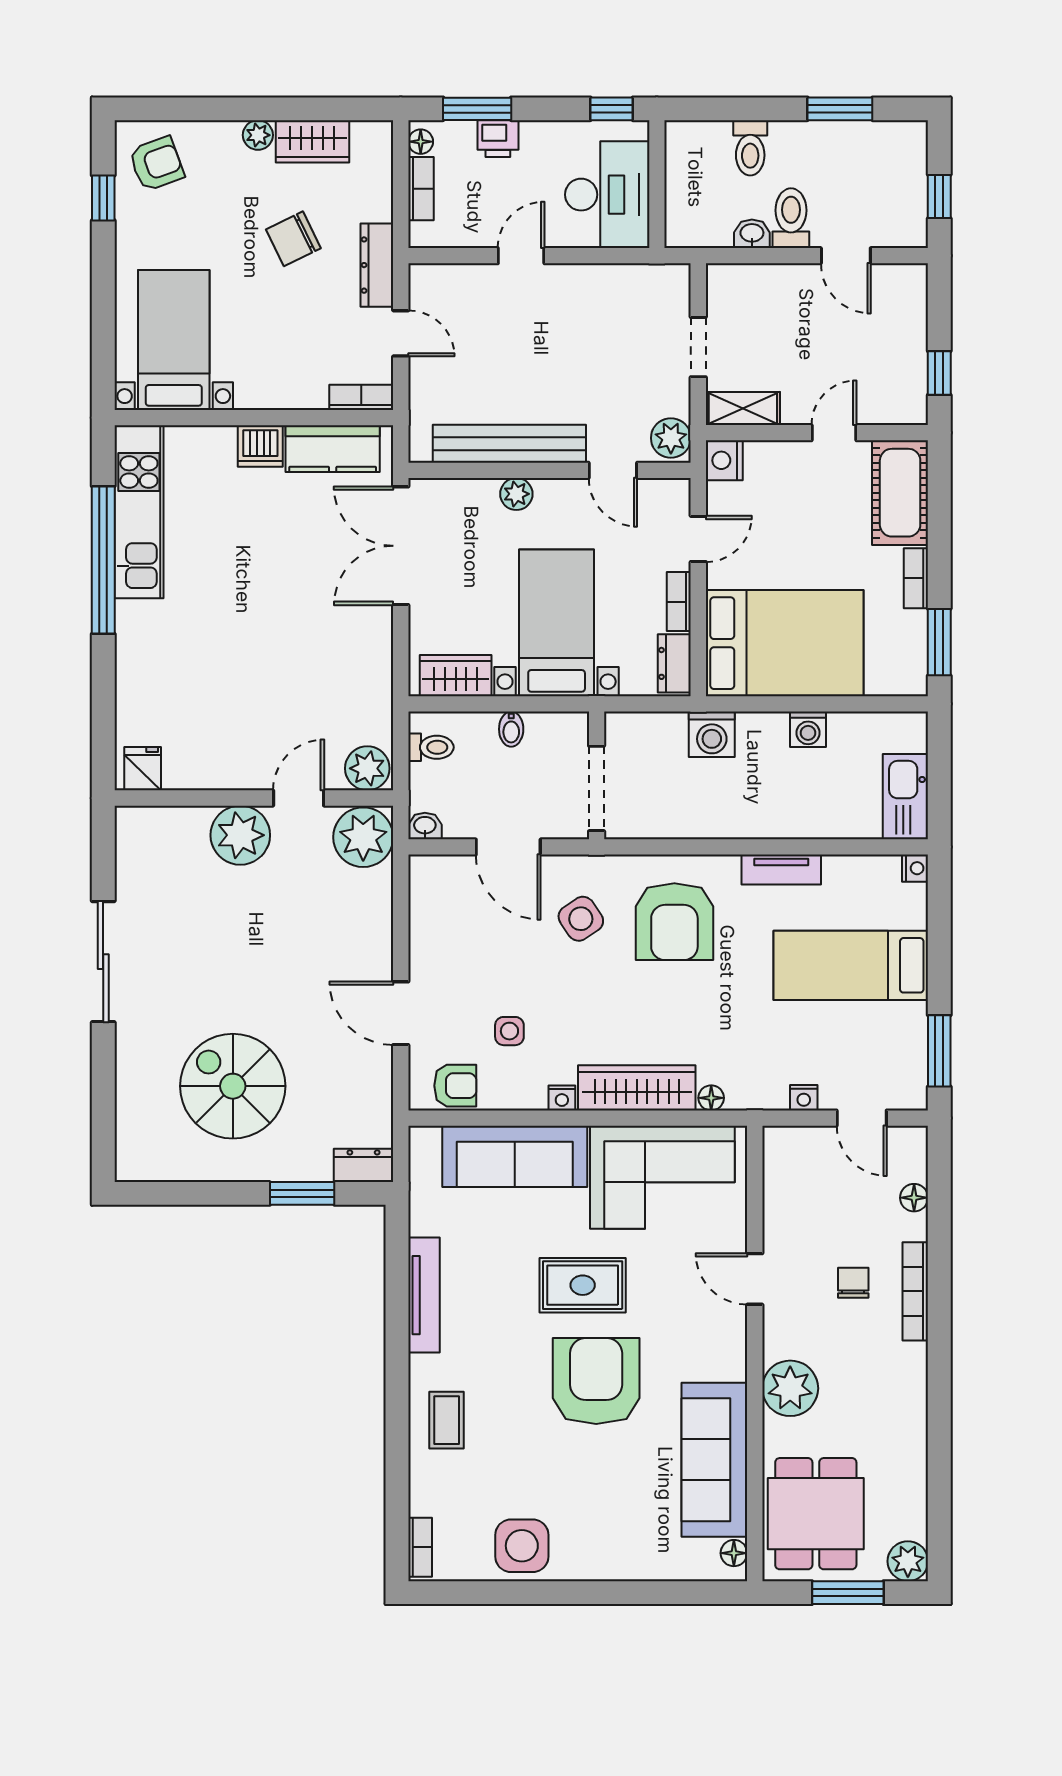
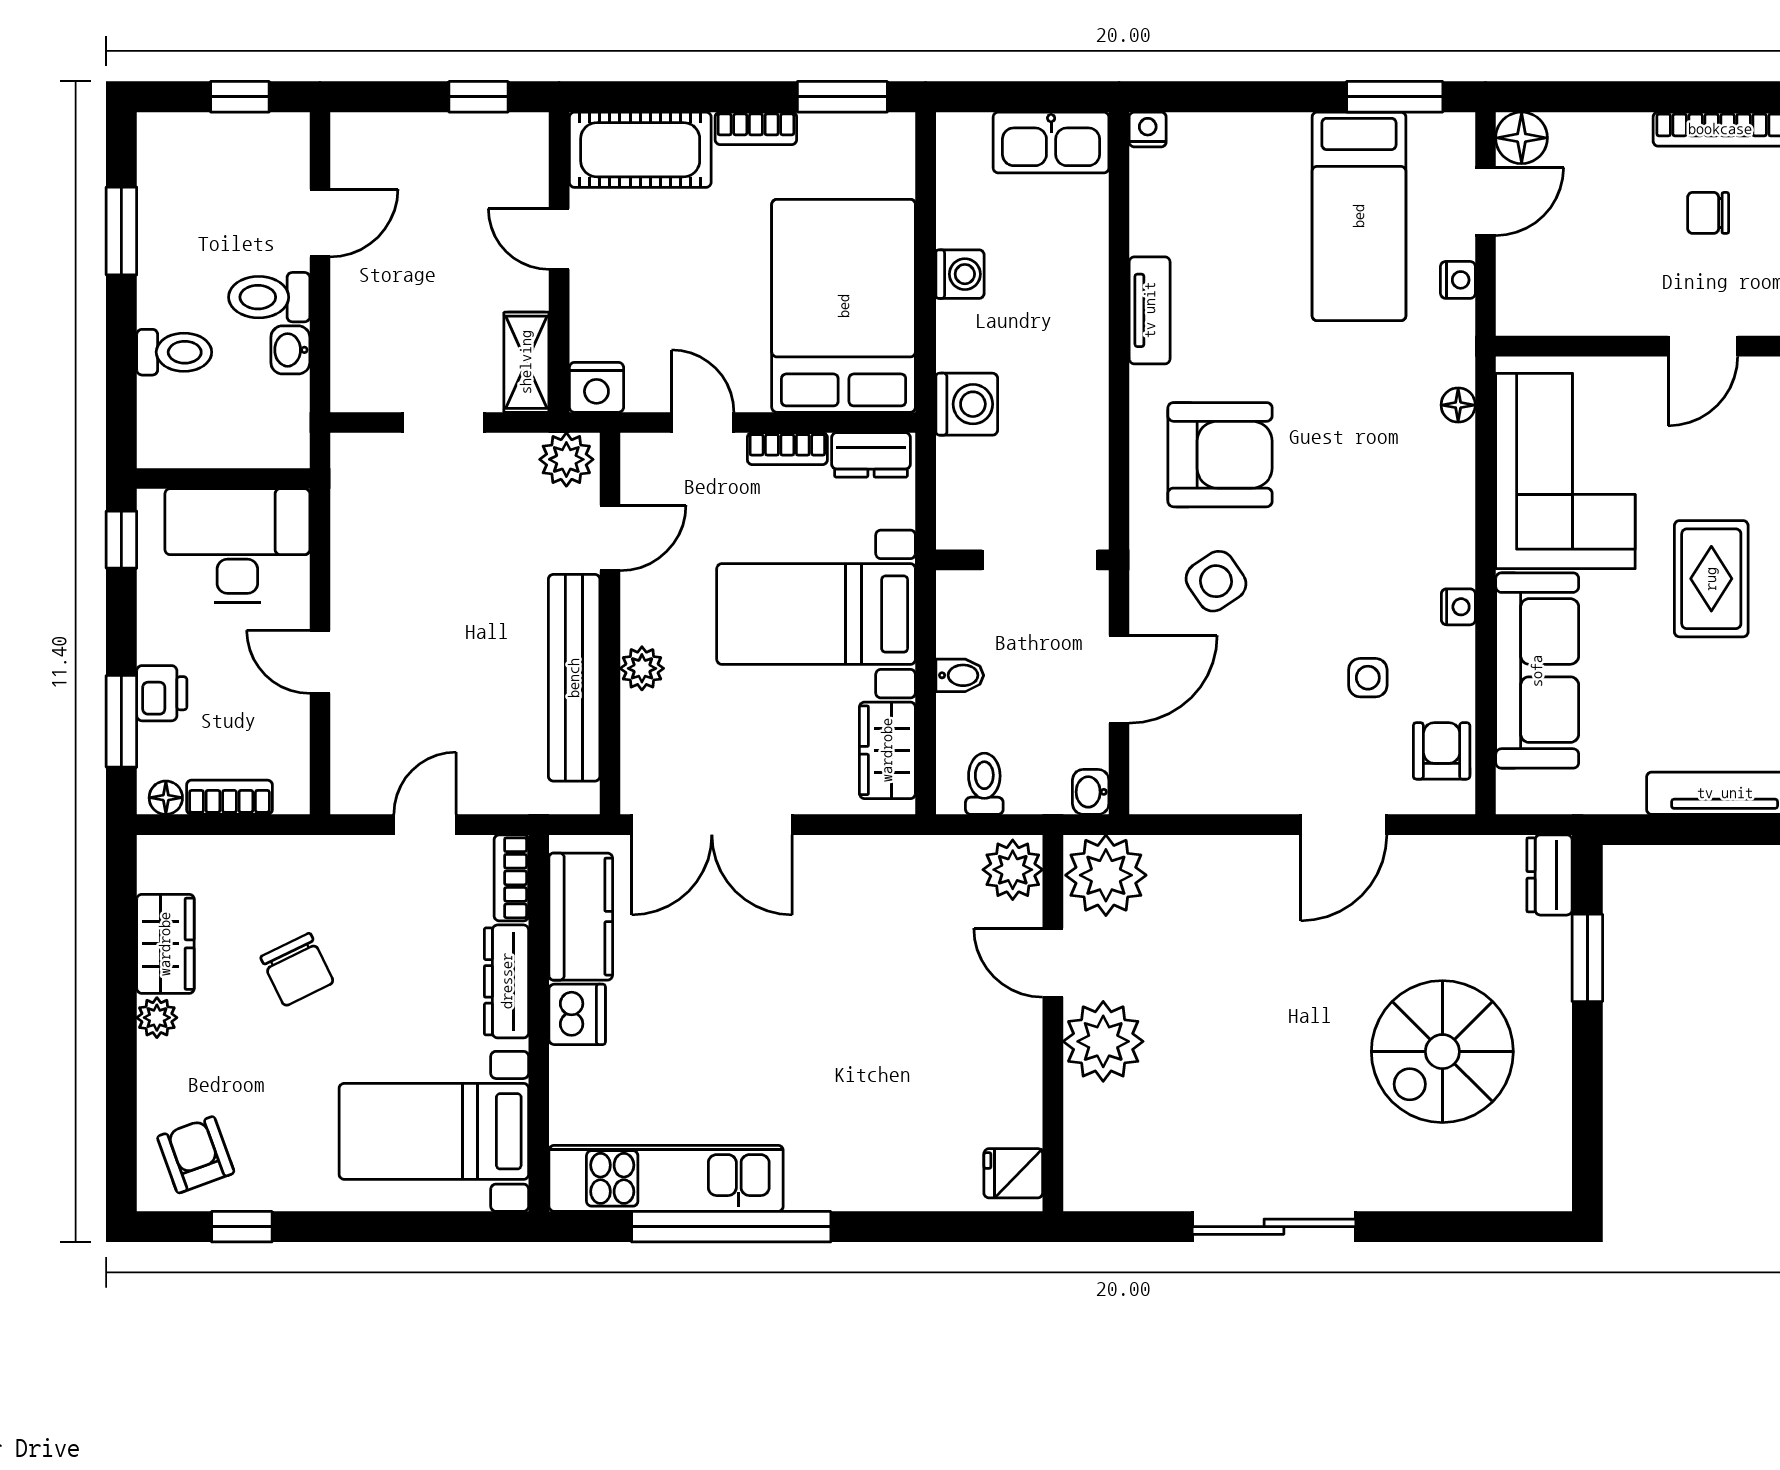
dresser: (377, 265) -> (507, 981), moved, turned 90
bed: (851, 965) -> (1359, 216), moved
wardrobe: (637, 1088) -> (1445, 505), removed
floor lamp: (914, 1198) -> (1522, 138), moved, width x1.37, depth x1.37

